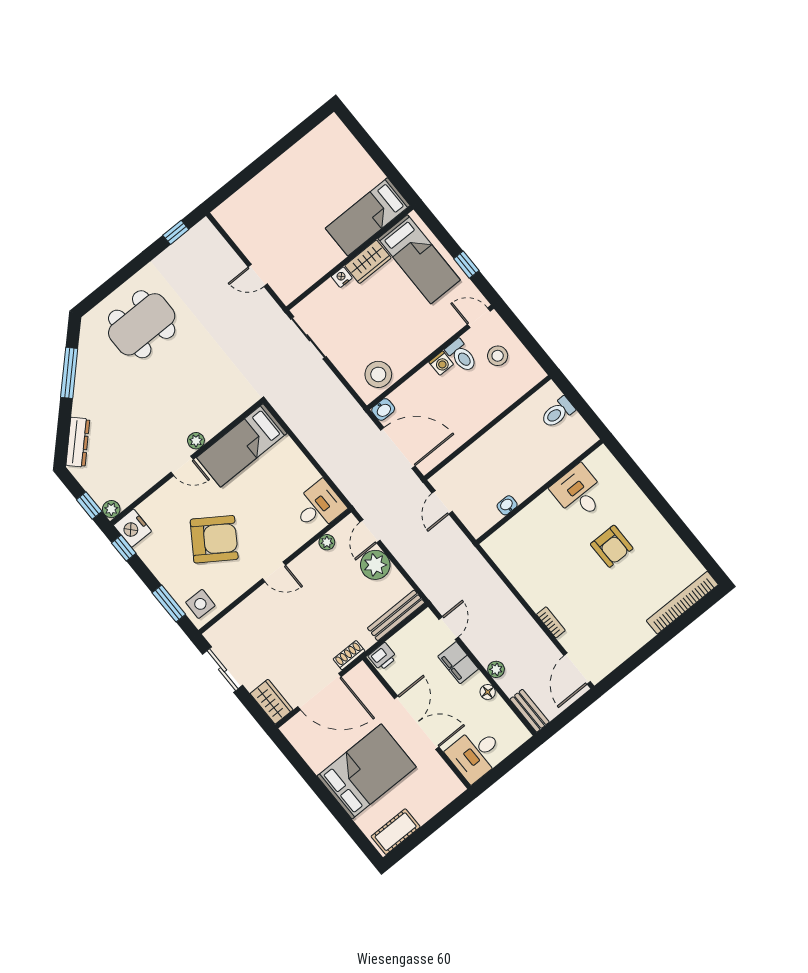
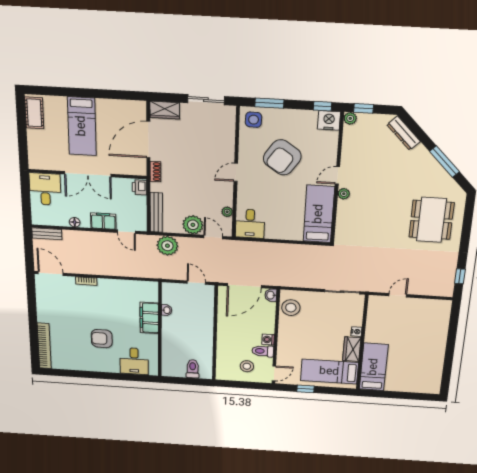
desk: (579, 492) -> (134, 361), moved, turned 90
filing cabinet: (535, 516) -> (149, 318), added
plant: (496, 669) -> (167, 246), moved, width x1.88, depth x1.88
bed: (367, 771) -> (82, 126), width x0.67

